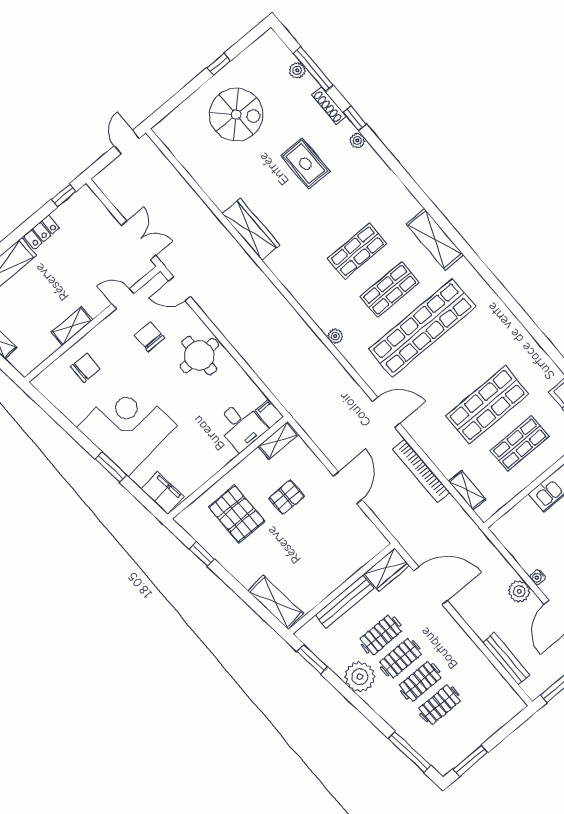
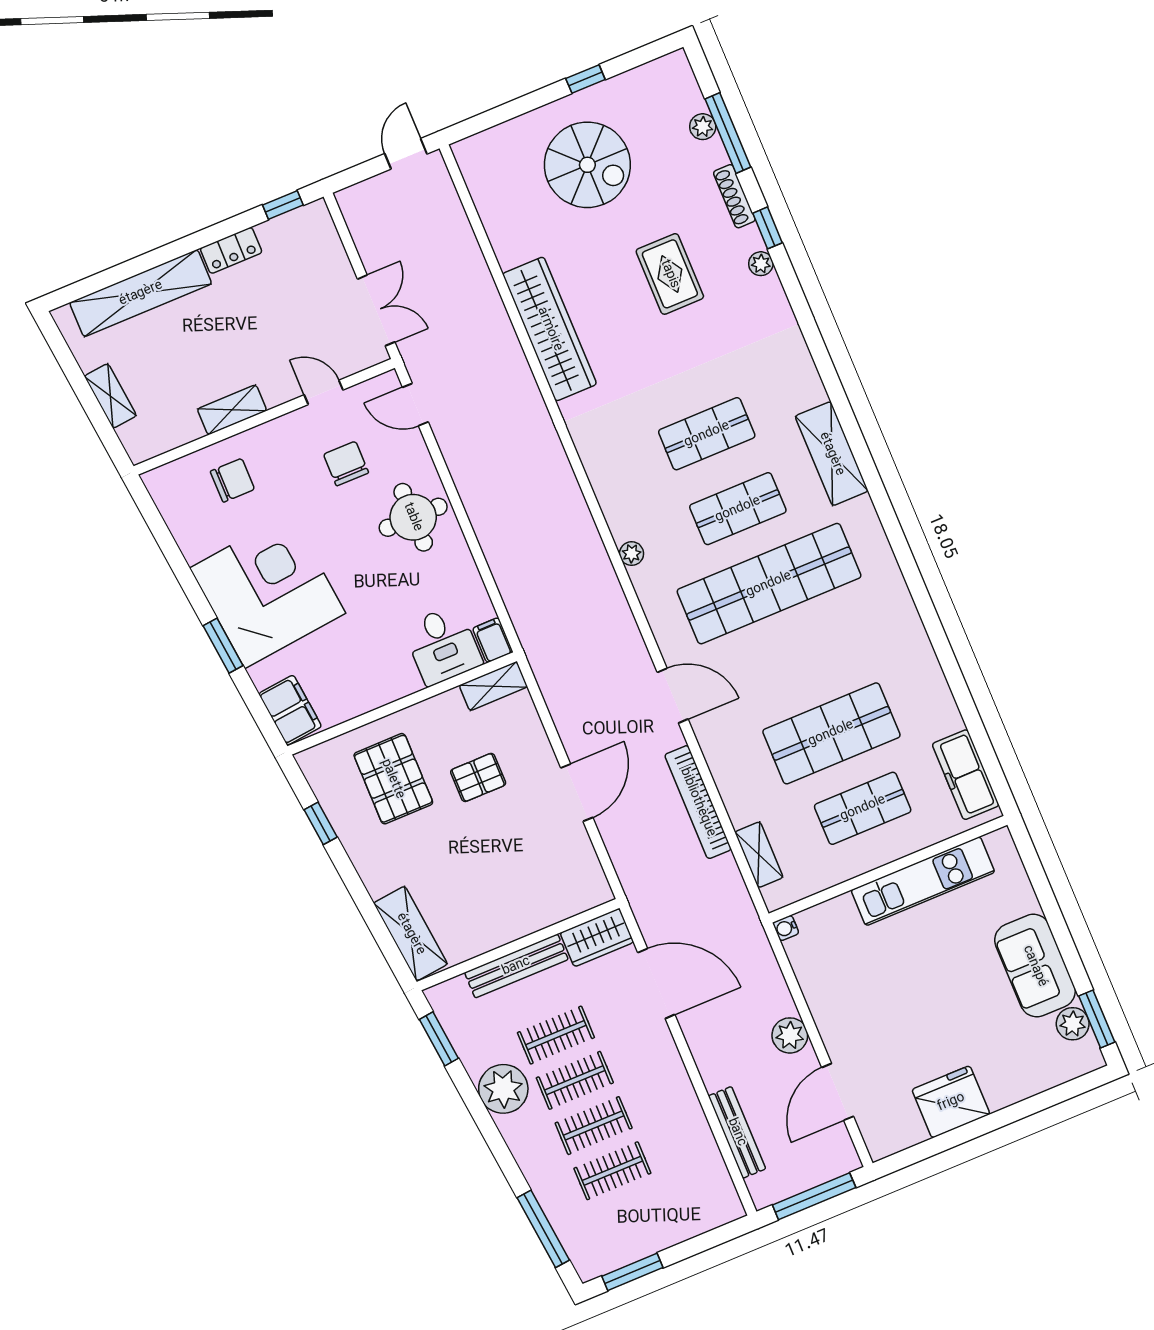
wardrobe: (251, 229) -> (550, 329), width x1.40, depth x1.17
water cooler: (538, 577) -> (786, 928), moved

